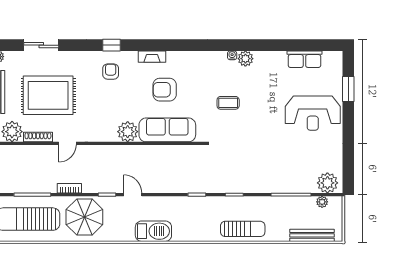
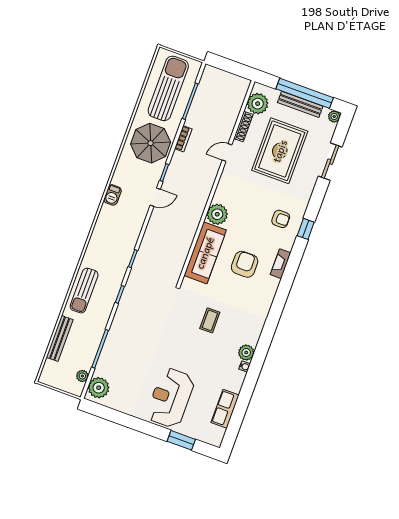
water cooler: (232, 55) -> (245, 366), moved
door: (67, 143) -> (227, 152), hinge flipped
barbecue: (153, 231) -> (112, 195), width x0.53, depth x0.65
bench: (312, 235) -> (60, 338), moved

